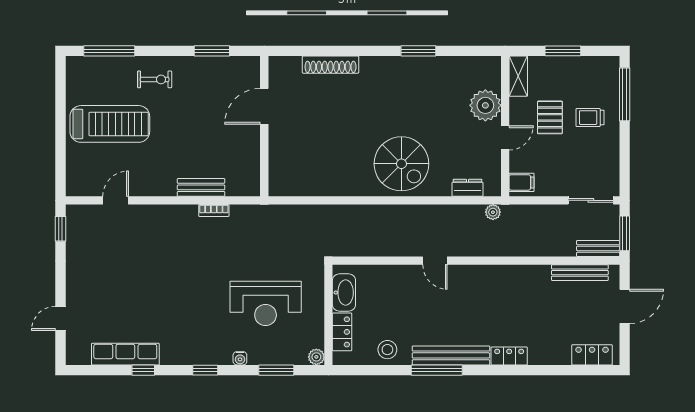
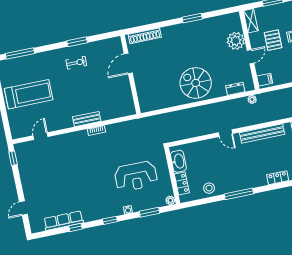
exercise bike: (155, 79) -> (76, 63), moved
door: (264, 106) -> (128, 63), moved
wall: (264, 126) -> (131, 74), moved
spiral stairs: (401, 164) -> (196, 83), turned 180
bench: (451, 355) -> (262, 133), moved

